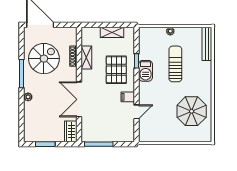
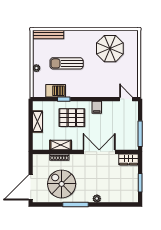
barbecue: (146, 71) -> (56, 91), moved
double door: (79, 99) -> (99, 152), swing flipped
door: (136, 112) -> (126, 99), moved

